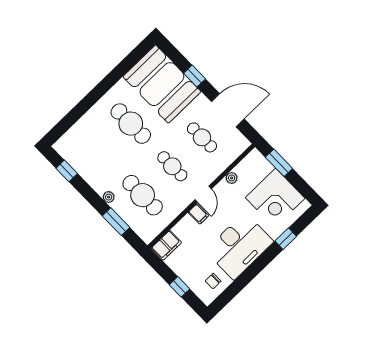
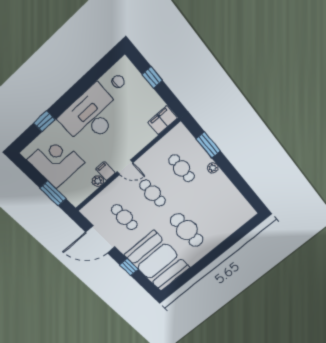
window: (67, 171) -> (247, 192), removed
door: (203, 194) -> (125, 167), swing flipped
cafe table: (143, 195) -> (182, 168), width x0.73, depth x0.74
filing cabinet: (198, 214) -> (105, 171), moved

